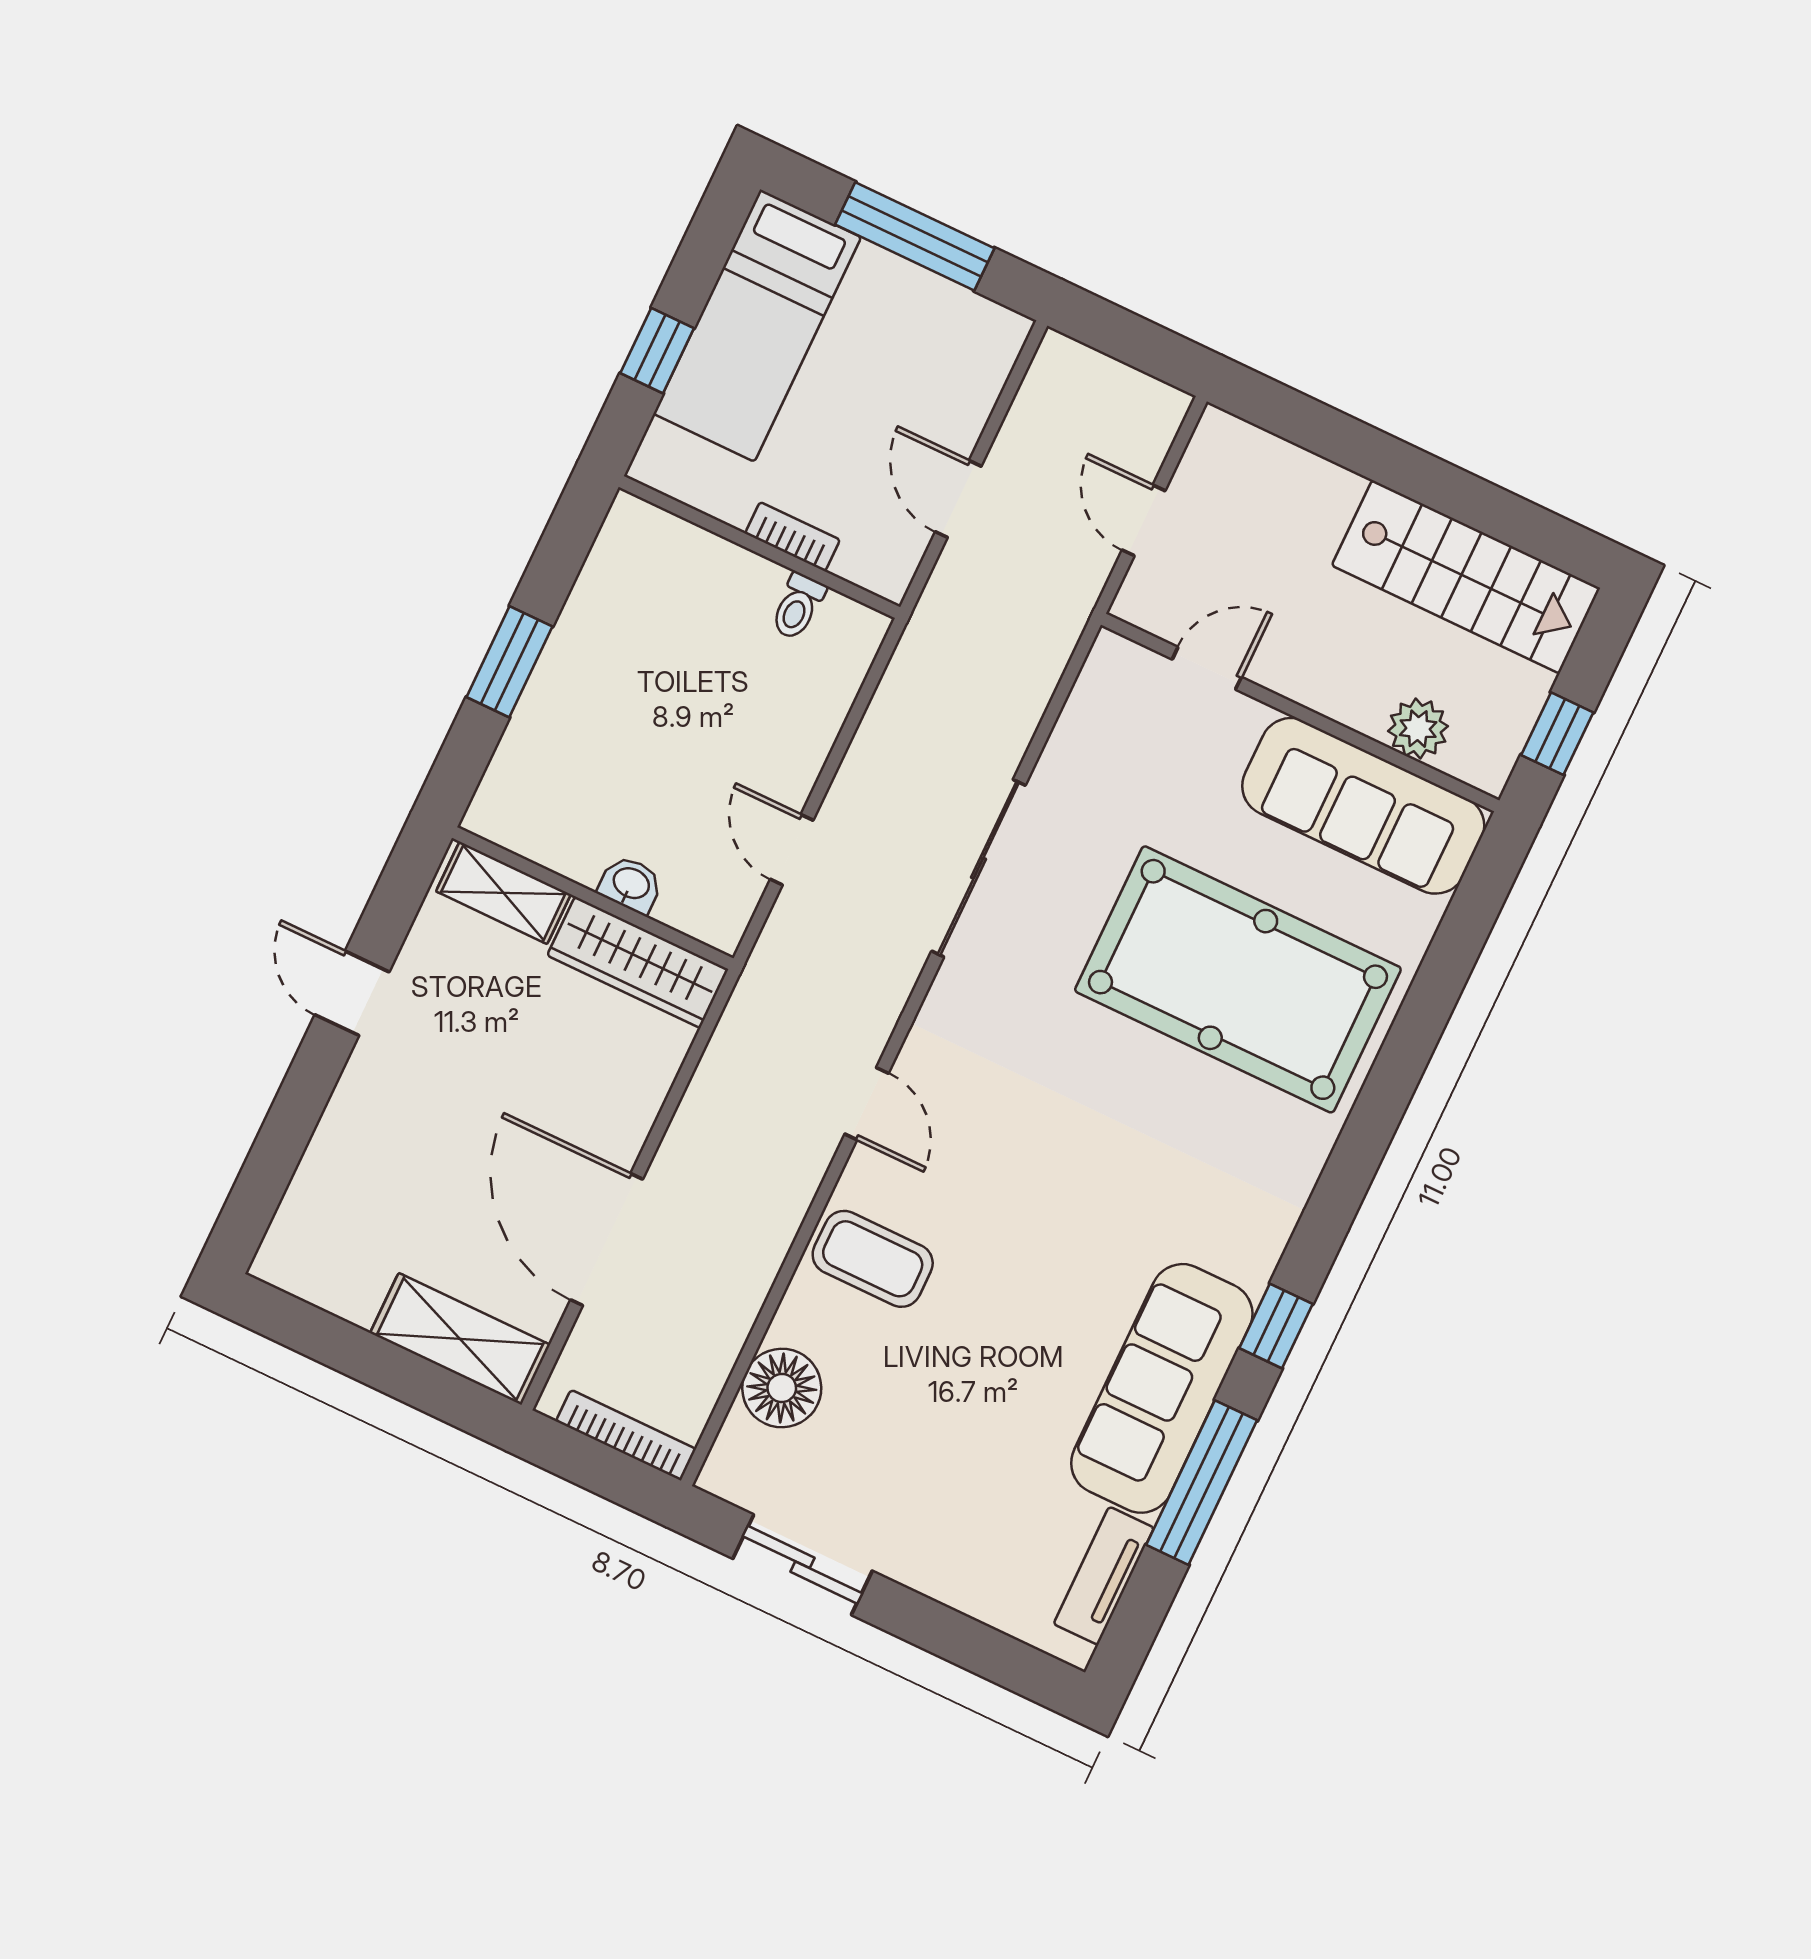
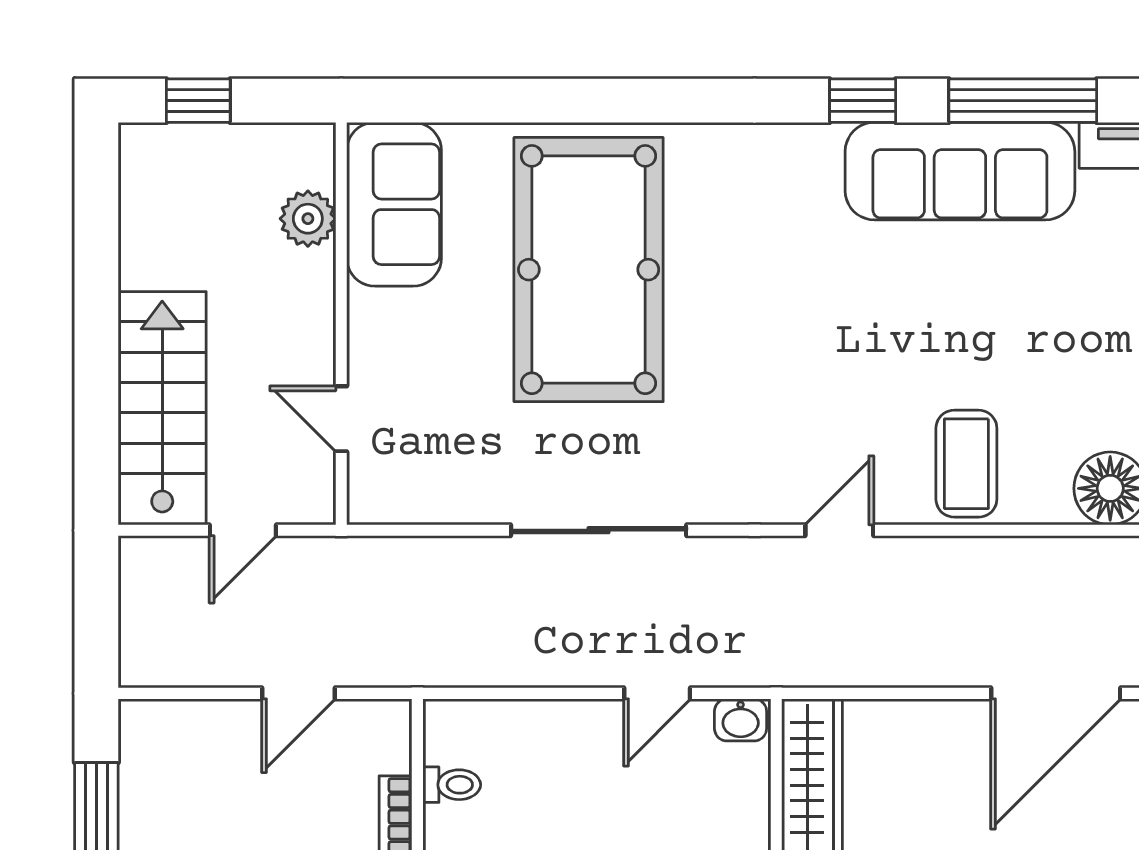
stairs: (1466, 577) -> (162, 408), moved
window: (1557, 734) -> (198, 101), moved
sofa: (1363, 806) -> (394, 204), width x0.73
washbasin: (631, 884) -> (741, 720), moved, turned -90

